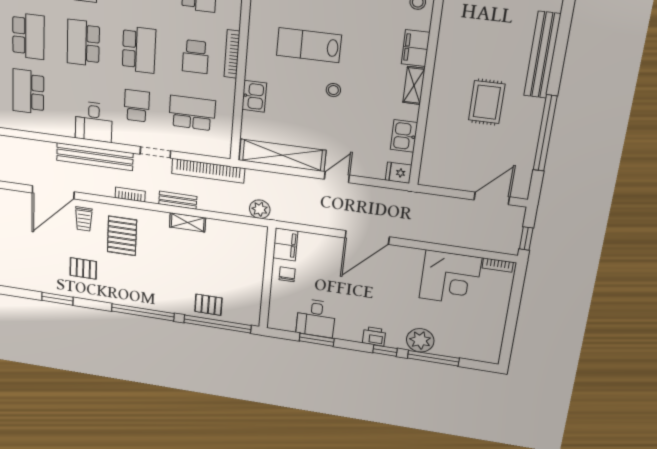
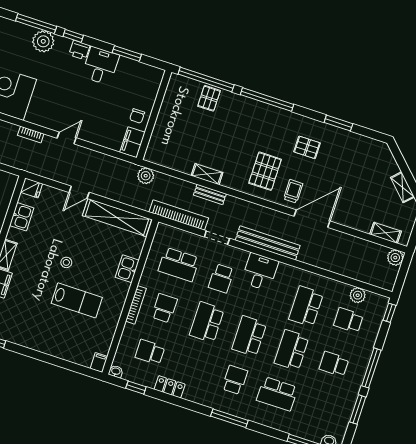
school desk: (83, 43) -> (249, 336), turned 180
school desk: (28, 92) -> (306, 306), turned 180
bookcase: (130, 194) -> (31, 135), moved
door: (367, 237) -> (67, 138), width x0.53
pallet: (208, 305) -> (209, 98), turned 90
desk: (316, 318) -> (100, 66), moved

